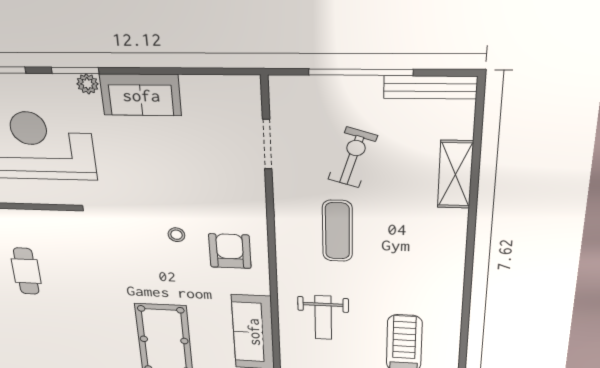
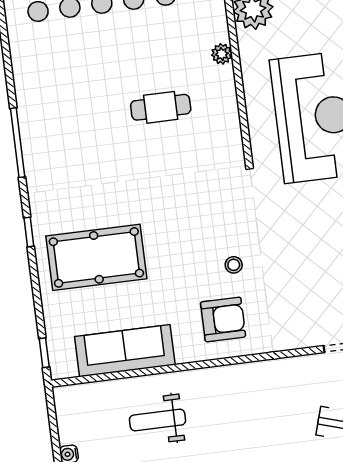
exercise mat: (337, 231) -> (264, 422), removed

